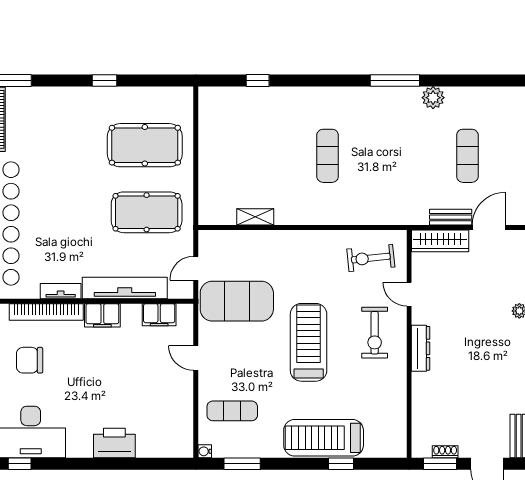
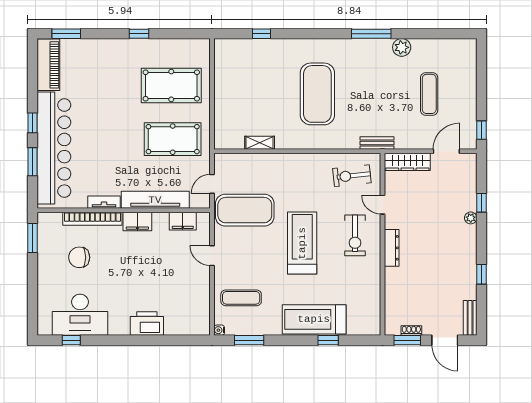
exercise mat: (328, 156) -> (317, 94), width x2.00, depth x1.45
bench: (451, 217) -> (377, 143), moved

